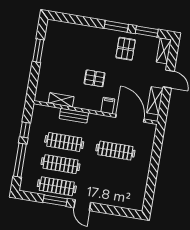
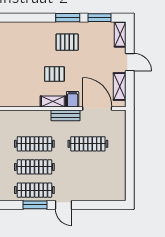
pallet: (126, 49) -> (67, 42), moved, turned 90
shelving: (61, 100) -> (53, 102), moved
bench: (74, 116) -> (65, 115), moved

